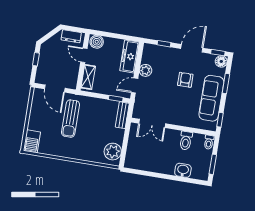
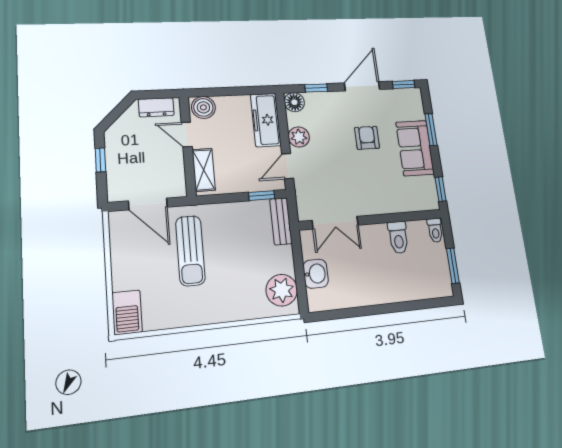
floor lamp: (221, 61) -> (294, 102), moved
sofa: (211, 98) -> (415, 148), width x0.73
washbasin: (183, 170) -> (316, 274), moved, turned 90

